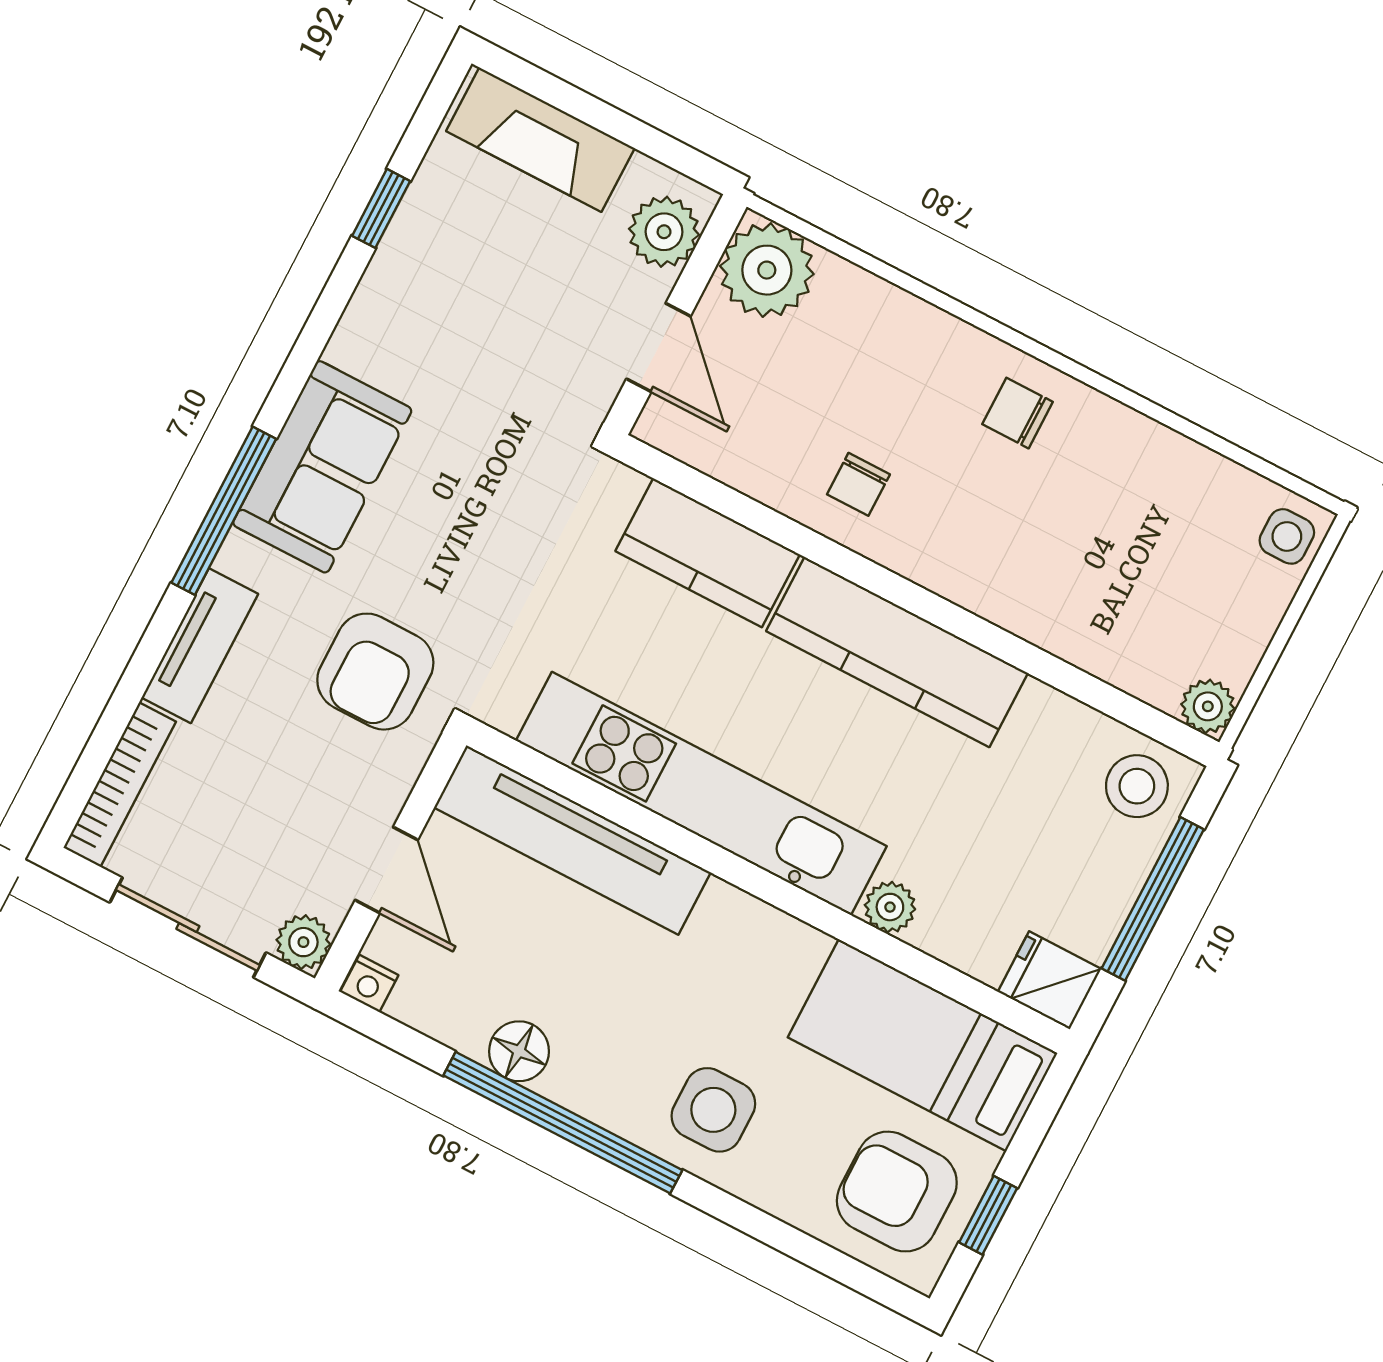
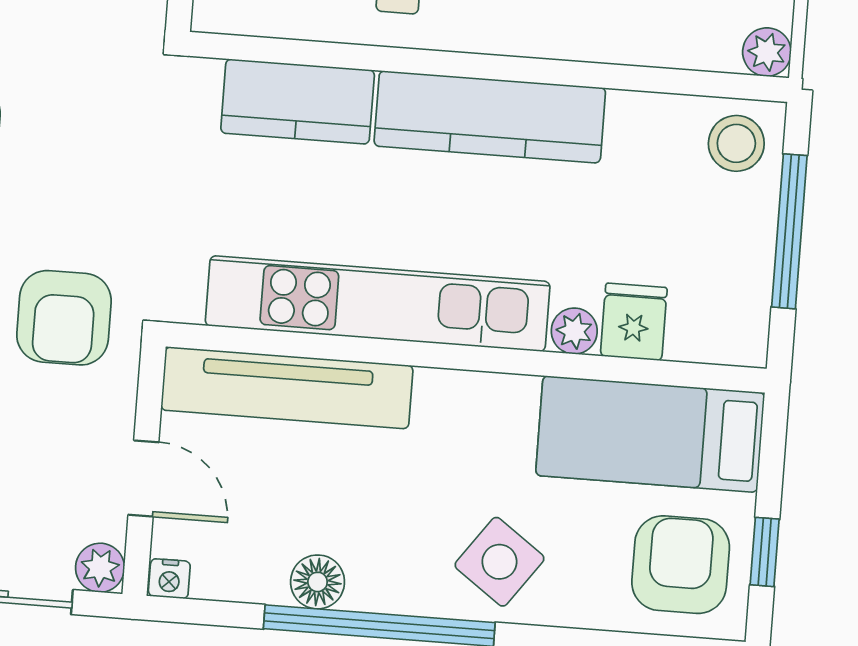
fridge: (1049, 980) -> (634, 322), moved, turned 90
side table: (713, 1110) -> (499, 562), turned 36
armchair: (897, 1192) -> (681, 565), turned 90

